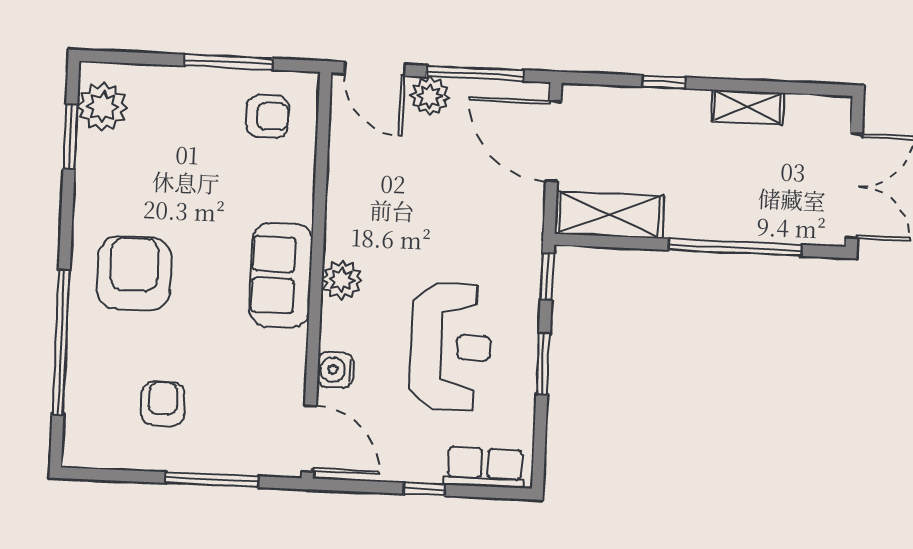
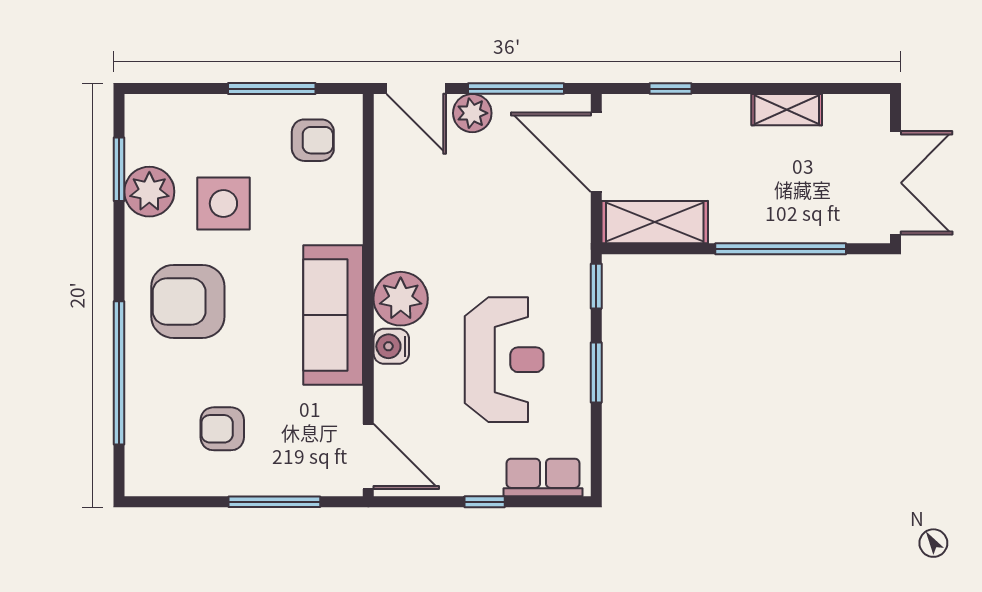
window: (664, 82) -> (670, 89), moved
plant: (102, 107) -> (149, 192), moved
side table: (174, 176) -> (223, 204), added
armchair: (134, 273) -> (188, 301), turned -90
sofa: (281, 275) -> (333, 315), width x1.36
plant: (342, 280) -> (401, 299), width x1.36, depth x1.36
water cooler: (335, 370) -> (391, 346), moved
armchair: (163, 404) -> (222, 429), turned -90

